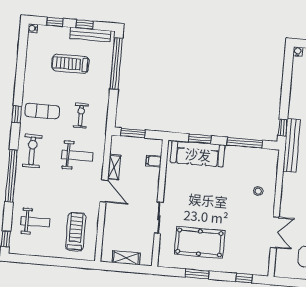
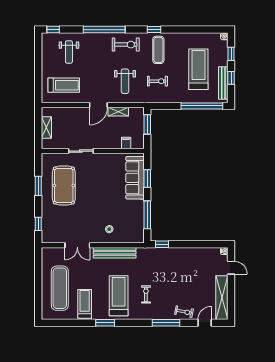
treadmill: (70, 64) -> (198, 69), width x1.37, depth x1.38
bench: (292, 145) -> (115, 253), moved

